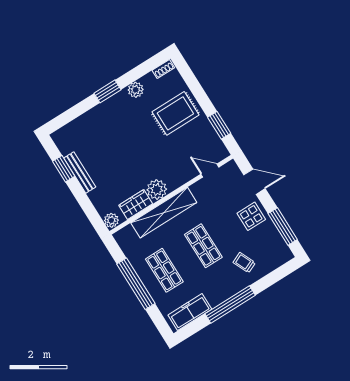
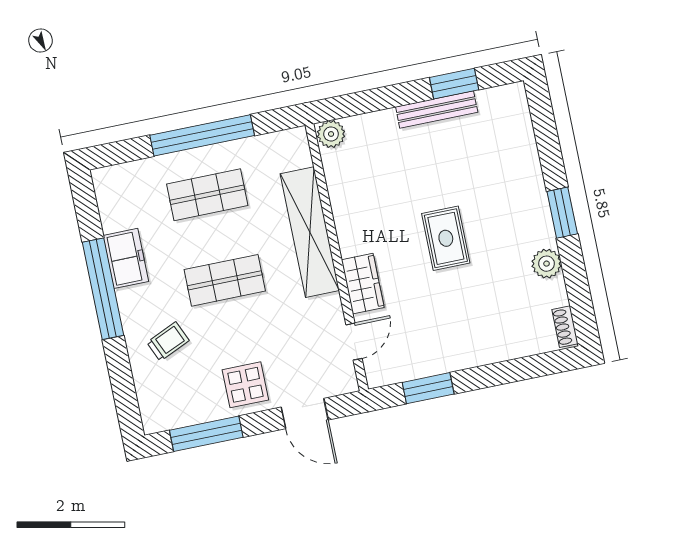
rug: (175, 113) -> (446, 238), moved, width x0.73, depth x0.70
door: (254, 182) -> (305, 413), hinge flipped
plant: (157, 189) -> (356, 235), removed
wardrobe: (136, 205) -> (363, 284), moved
freezer: (190, 312) -> (126, 258), moved, width x0.71

